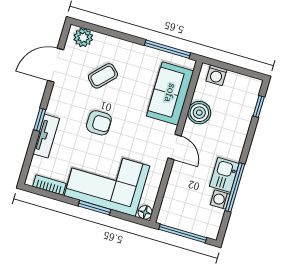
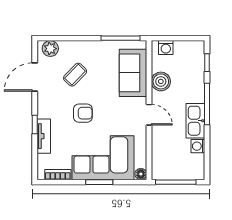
kitchen sink: (224, 175) -> (195, 121), width x1.38
window: (235, 187) -> (207, 104), moved

